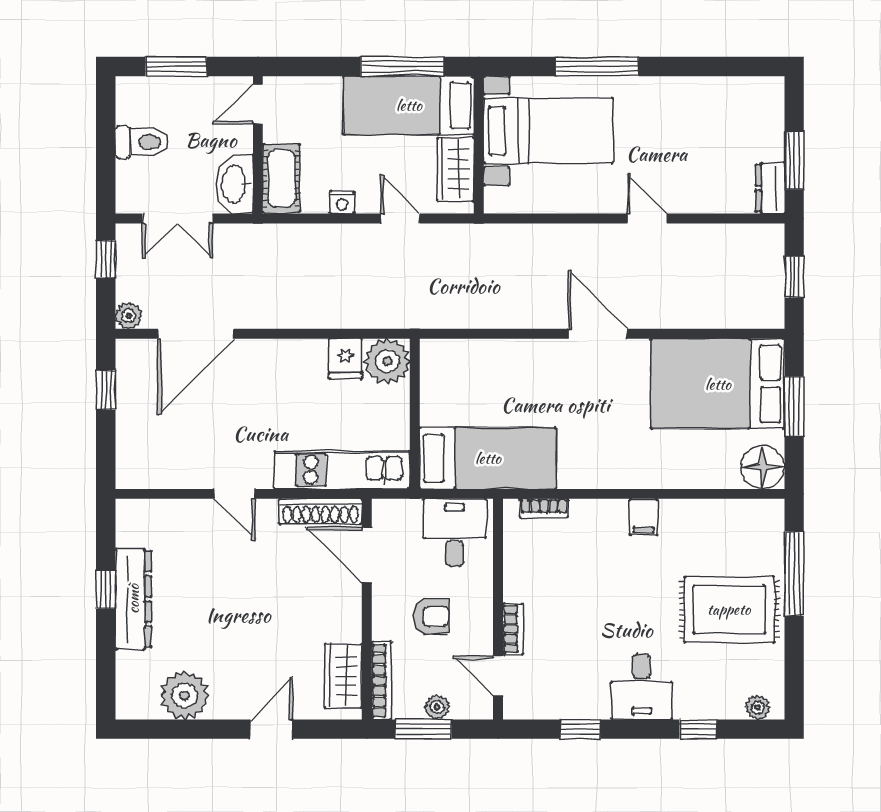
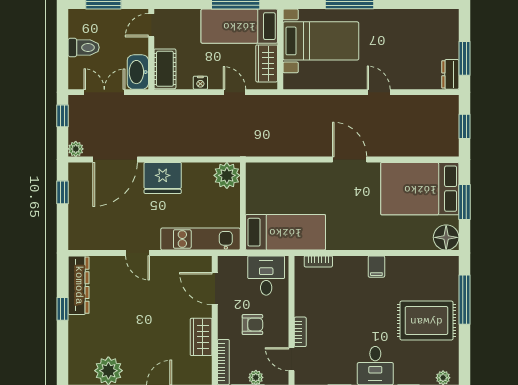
double door: (178, 218) -> (104, 92), swing flipped
fridge: (345, 359) -> (163, 178), moved, width x1.88, depth x1.34
shoe rack: (321, 511) -> (188, 263), removed
dresser: (133, 599) -> (79, 285), moved
wardrobe: (343, 676) -> (201, 337), moved

